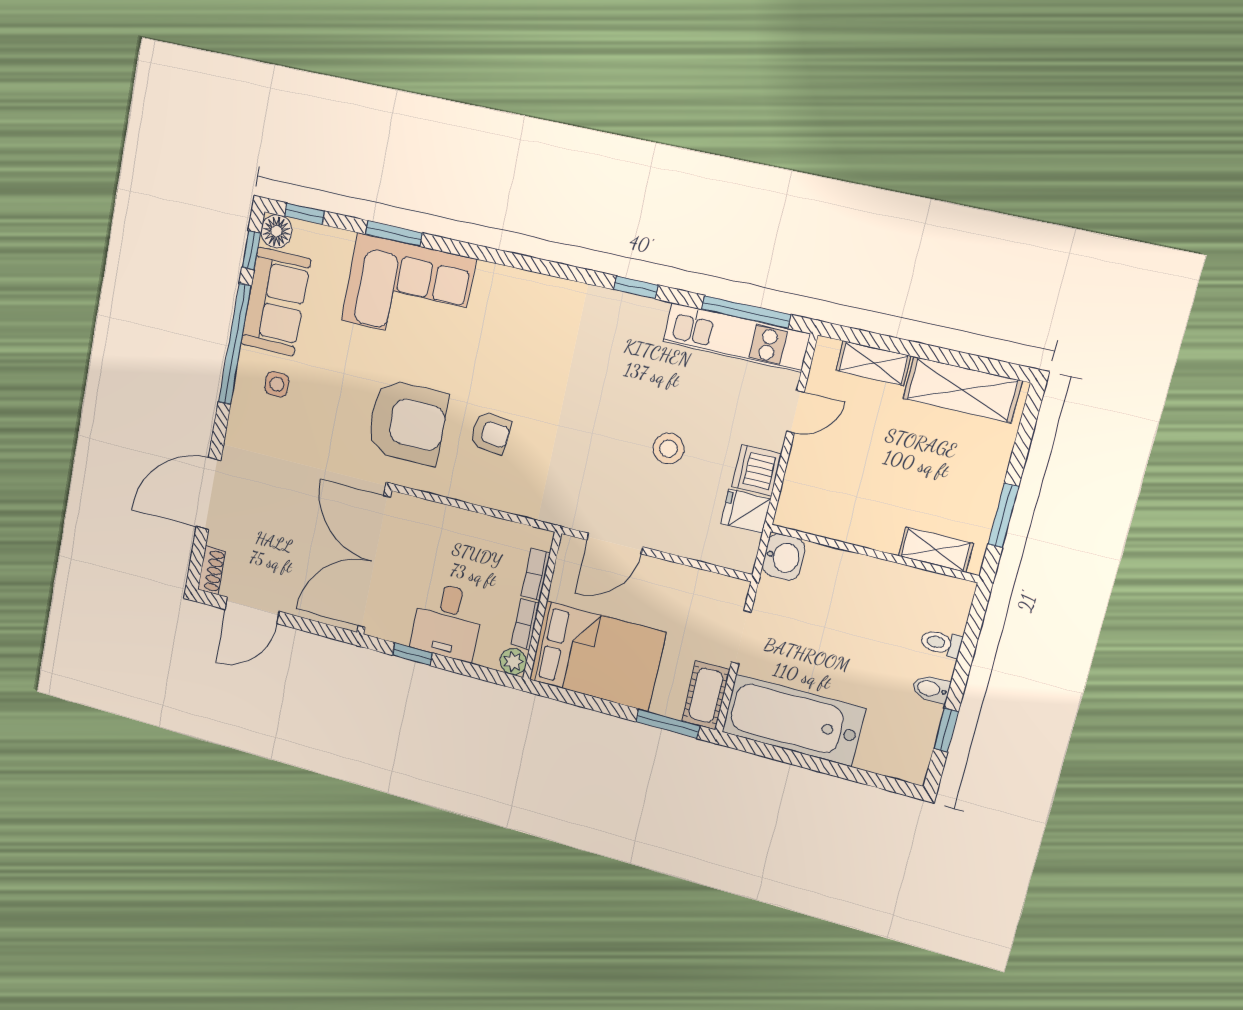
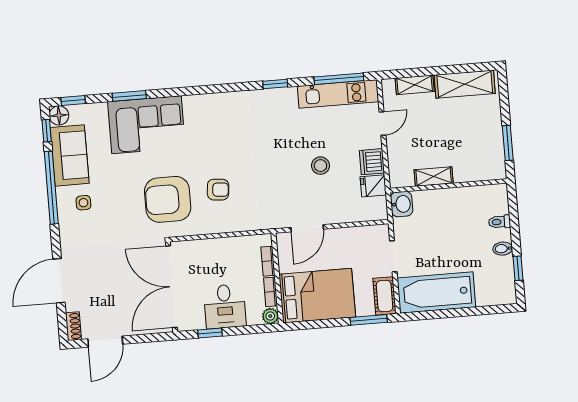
armchair: (407, 422) -> (168, 199), turned 180
shelving: (936, 550) -> (434, 177), moved

